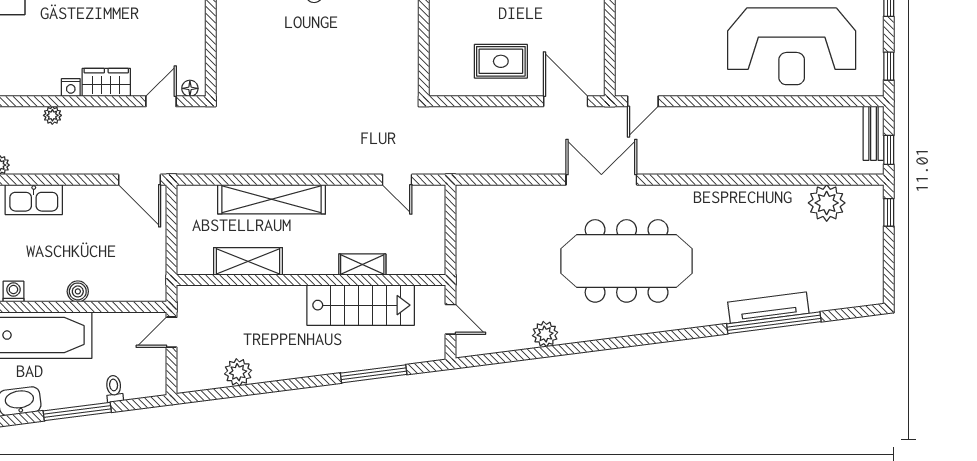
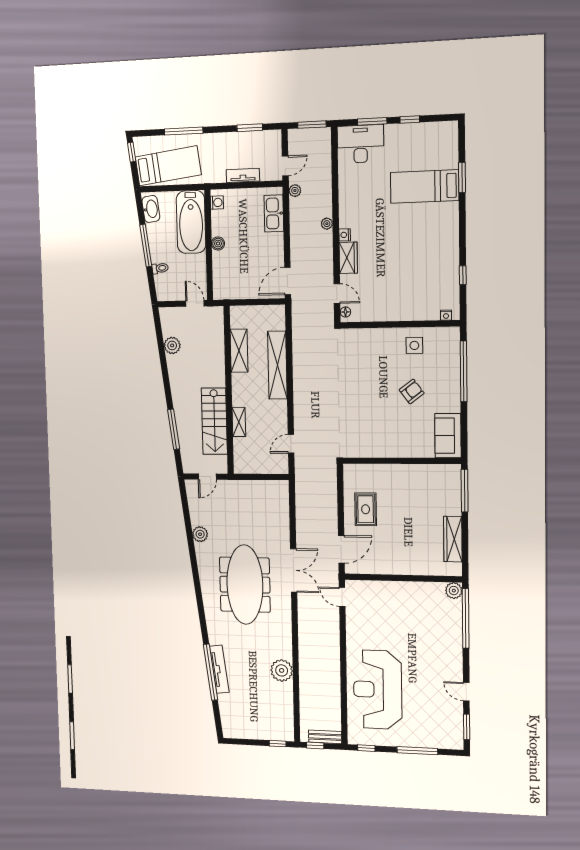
plant: (827, 203) -> (282, 670), moved

